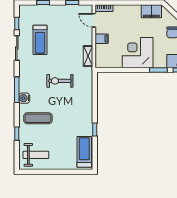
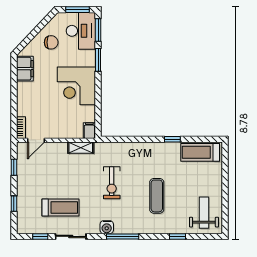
filing cabinet: (102, 39) -> (89, 131), moved
water cooler: (24, 98) -> (107, 227), moved
exercise mat: (38, 118) -> (157, 196), moved

